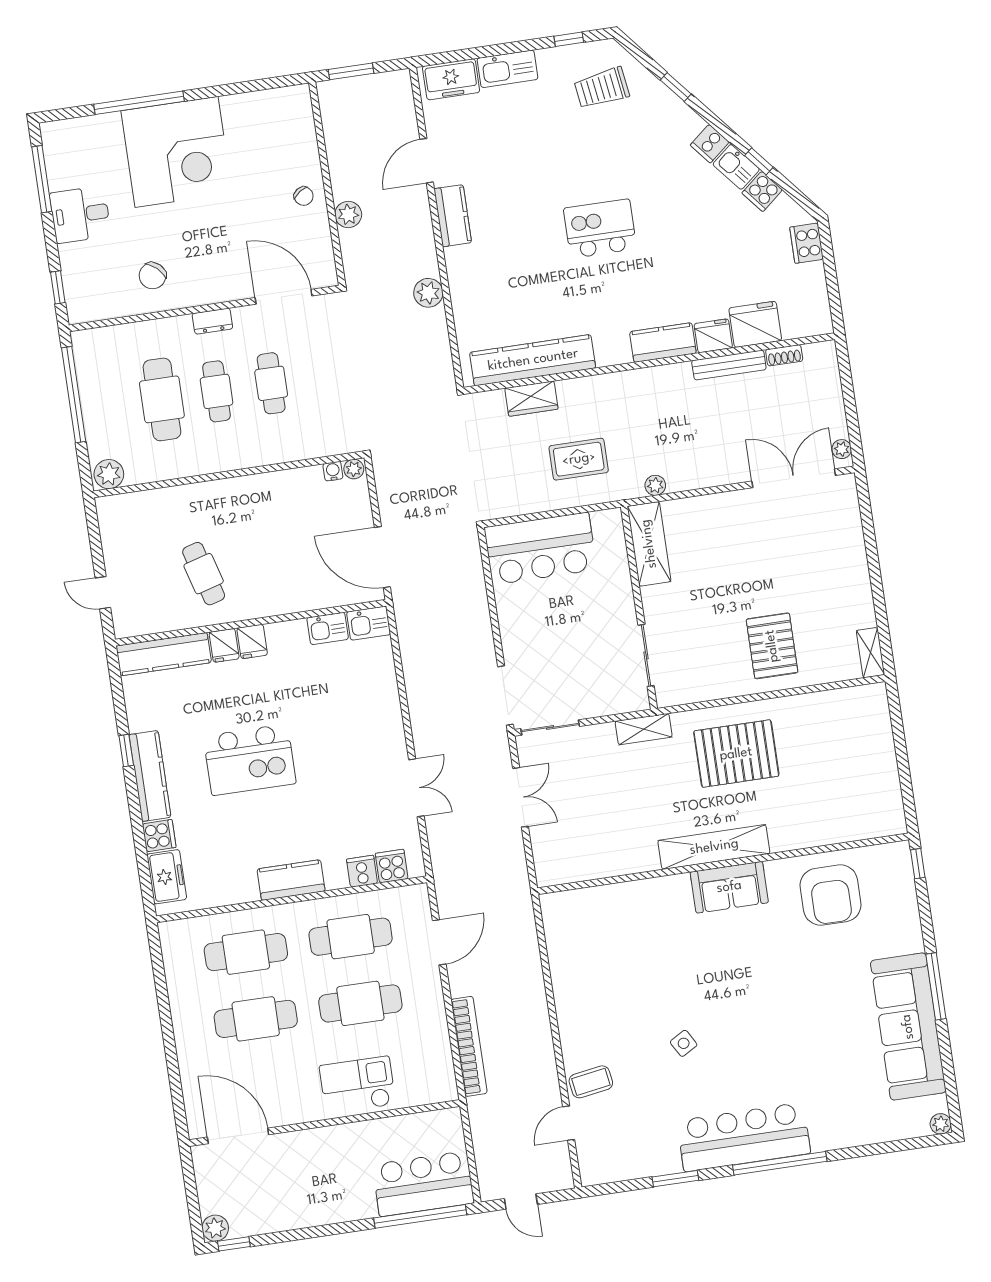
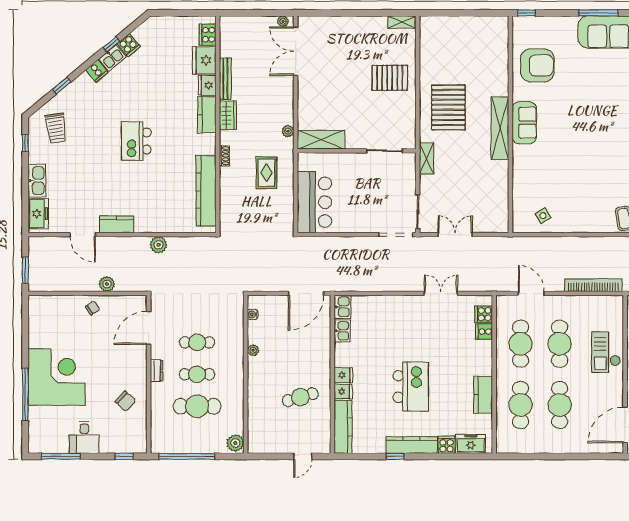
cooker: (807, 243) -> (208, 35), moved, turned 90
shoe rack: (784, 355) -> (224, 156), moved
wardrobe: (531, 399) -> (228, 115), moved
plant: (354, 469) -> (253, 350), moved
kitchen counter: (291, 880) -> (483, 395), moved
side table: (684, 1043) -> (543, 216), moved

